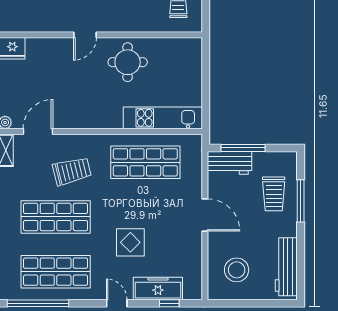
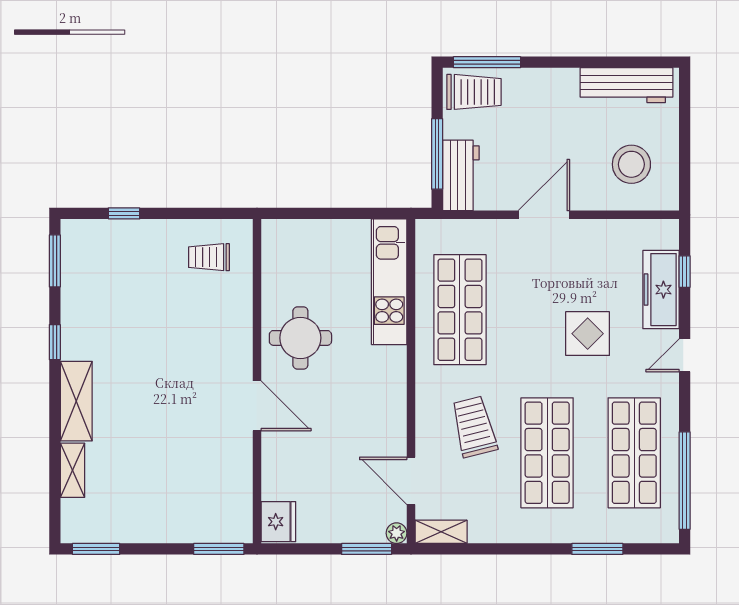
door: (85, 35) -> (257, 406), width x1.38
trolley: (274, 194) -> (474, 92), moved
window: (301, 201) -> (487, 62), moved

